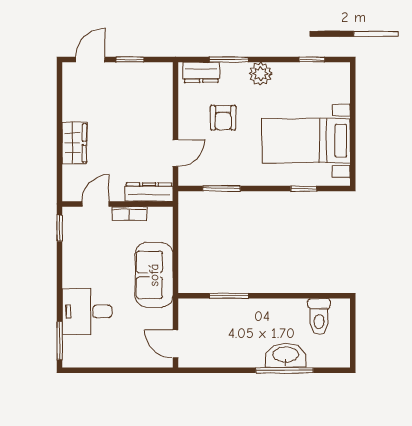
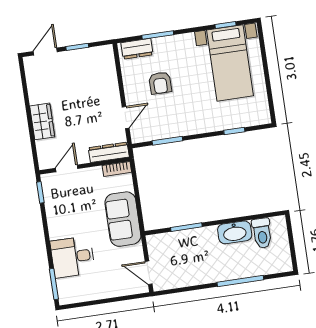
plant: (260, 74) -> (185, 43), removed
bed with nightstands: (306, 141) -> (230, 63), moved, turned -90
bookcase: (129, 213) -> (117, 169), moved
washbasin: (286, 355) -> (235, 232), moved, turned 180

